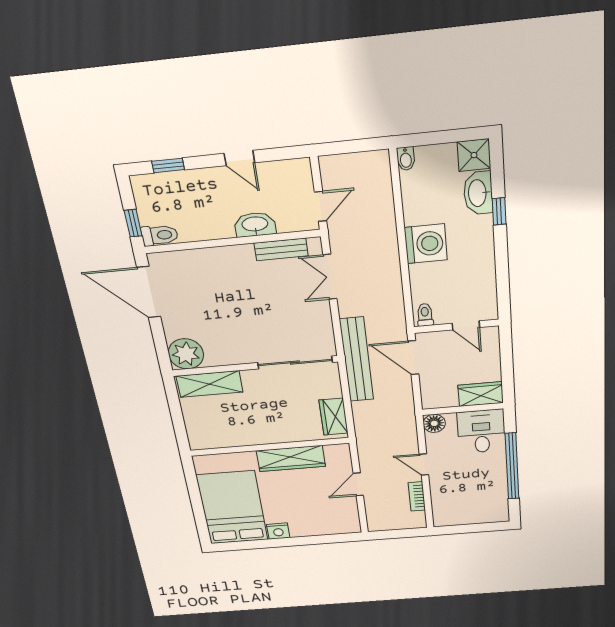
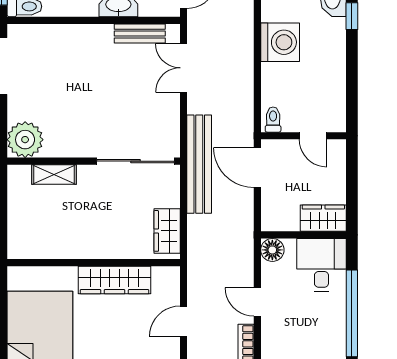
shelving: (210, 384) -> (54, 175), width x0.67, depth x0.75

